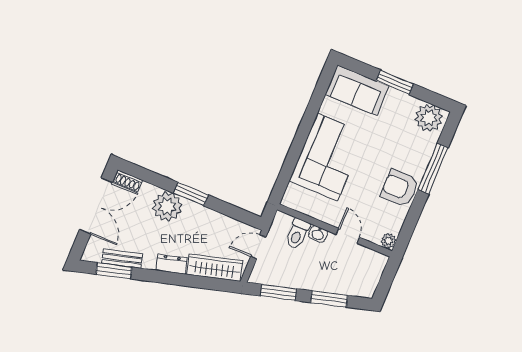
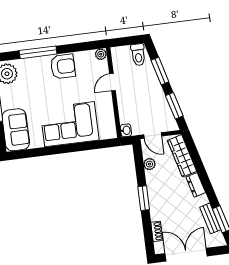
shoe rack: (128, 181) -> (157, 231), moved
armchair: (400, 188) -> (63, 66), turned -90
plant: (167, 206) -> (149, 164), moved, width x0.53, depth x0.53
toilet: (298, 234) -> (138, 55), moved, turned 90
washbasin: (318, 234) -> (126, 130), moved

